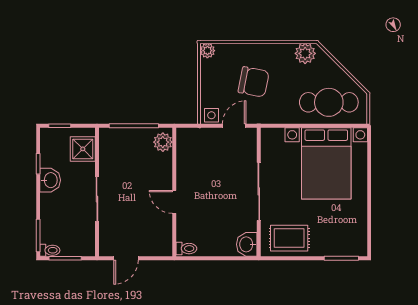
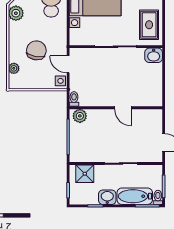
plant: (207, 51) -> (14, 68), moved
door: (174, 202) -> (123, 108), hinge flipped
bathtub: (52, 218) -> (135, 196), added
toilet: (186, 249) -> (74, 99), moved

